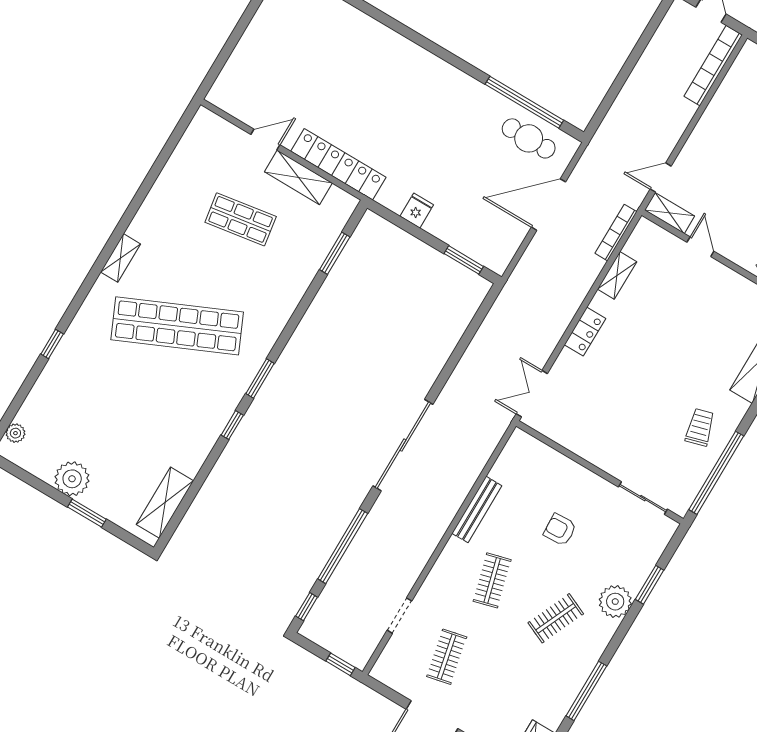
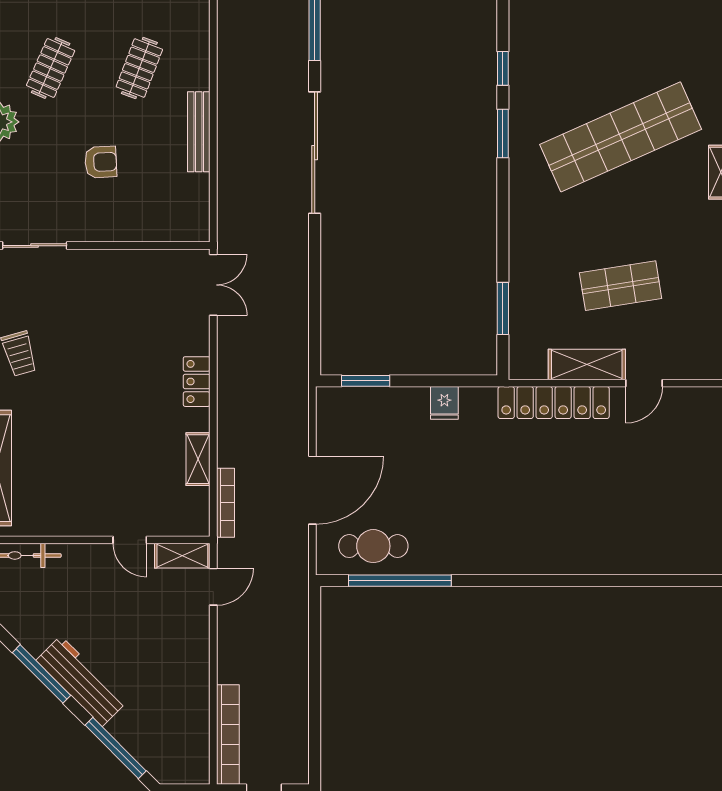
clothes rail: (492, 580) -> (139, 68), turned 36

